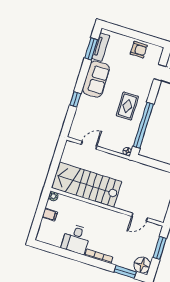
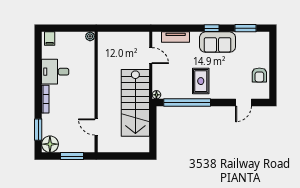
tv unit: (101, 47) -> (176, 37), moved
window: (75, 99) -> (212, 28), moved
rug: (127, 106) -> (201, 81), turned 90
stairs: (87, 185) -> (135, 103), moved, turned 180
filing cabinet: (50, 215) -> (50, 39), moved

